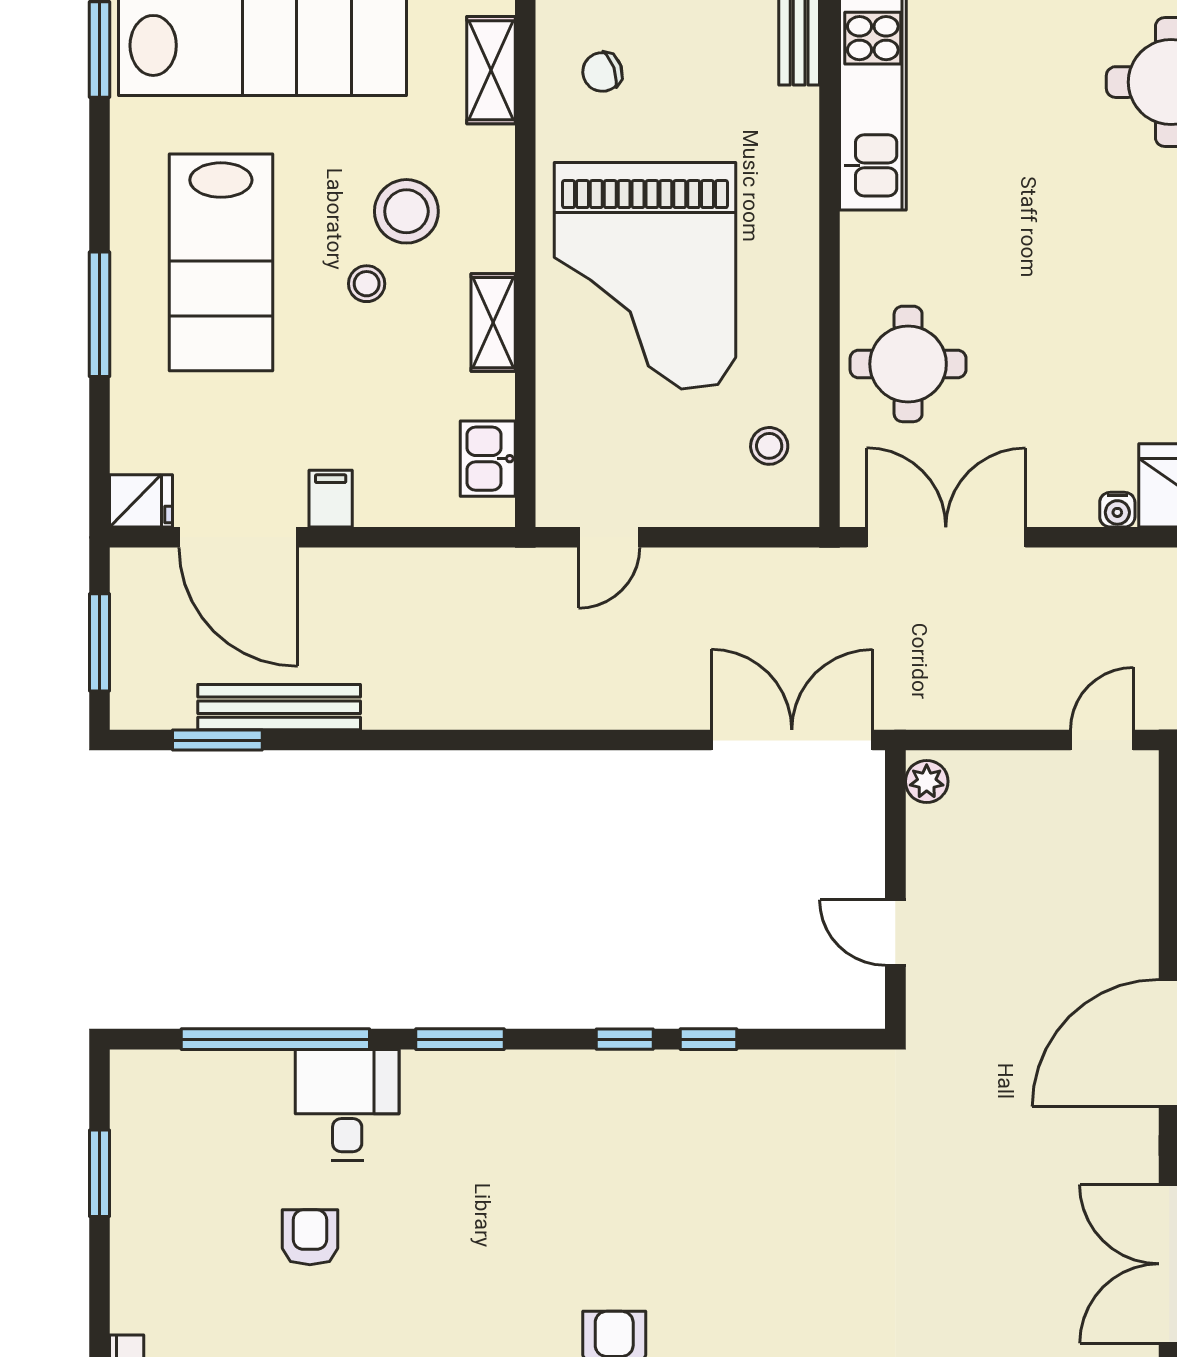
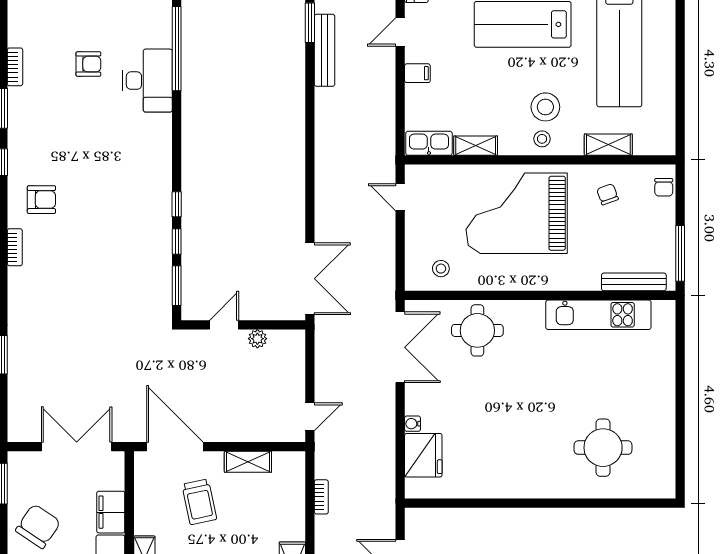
stool: (367, 284) -> (542, 139), moved
shelving: (493, 323) -> (476, 146), moved
kitchen sink: (488, 459) -> (429, 143), width x1.38
door: (238, 537) -> (400, 32), width x0.53
door: (1102, 740) -> (310, 417), hinge flipped
plant: (927, 781) -> (257, 339), moved
window: (460, 1039) -> (177, 286), moved
desk: (347, 1105) -> (147, 81), width x1.37

